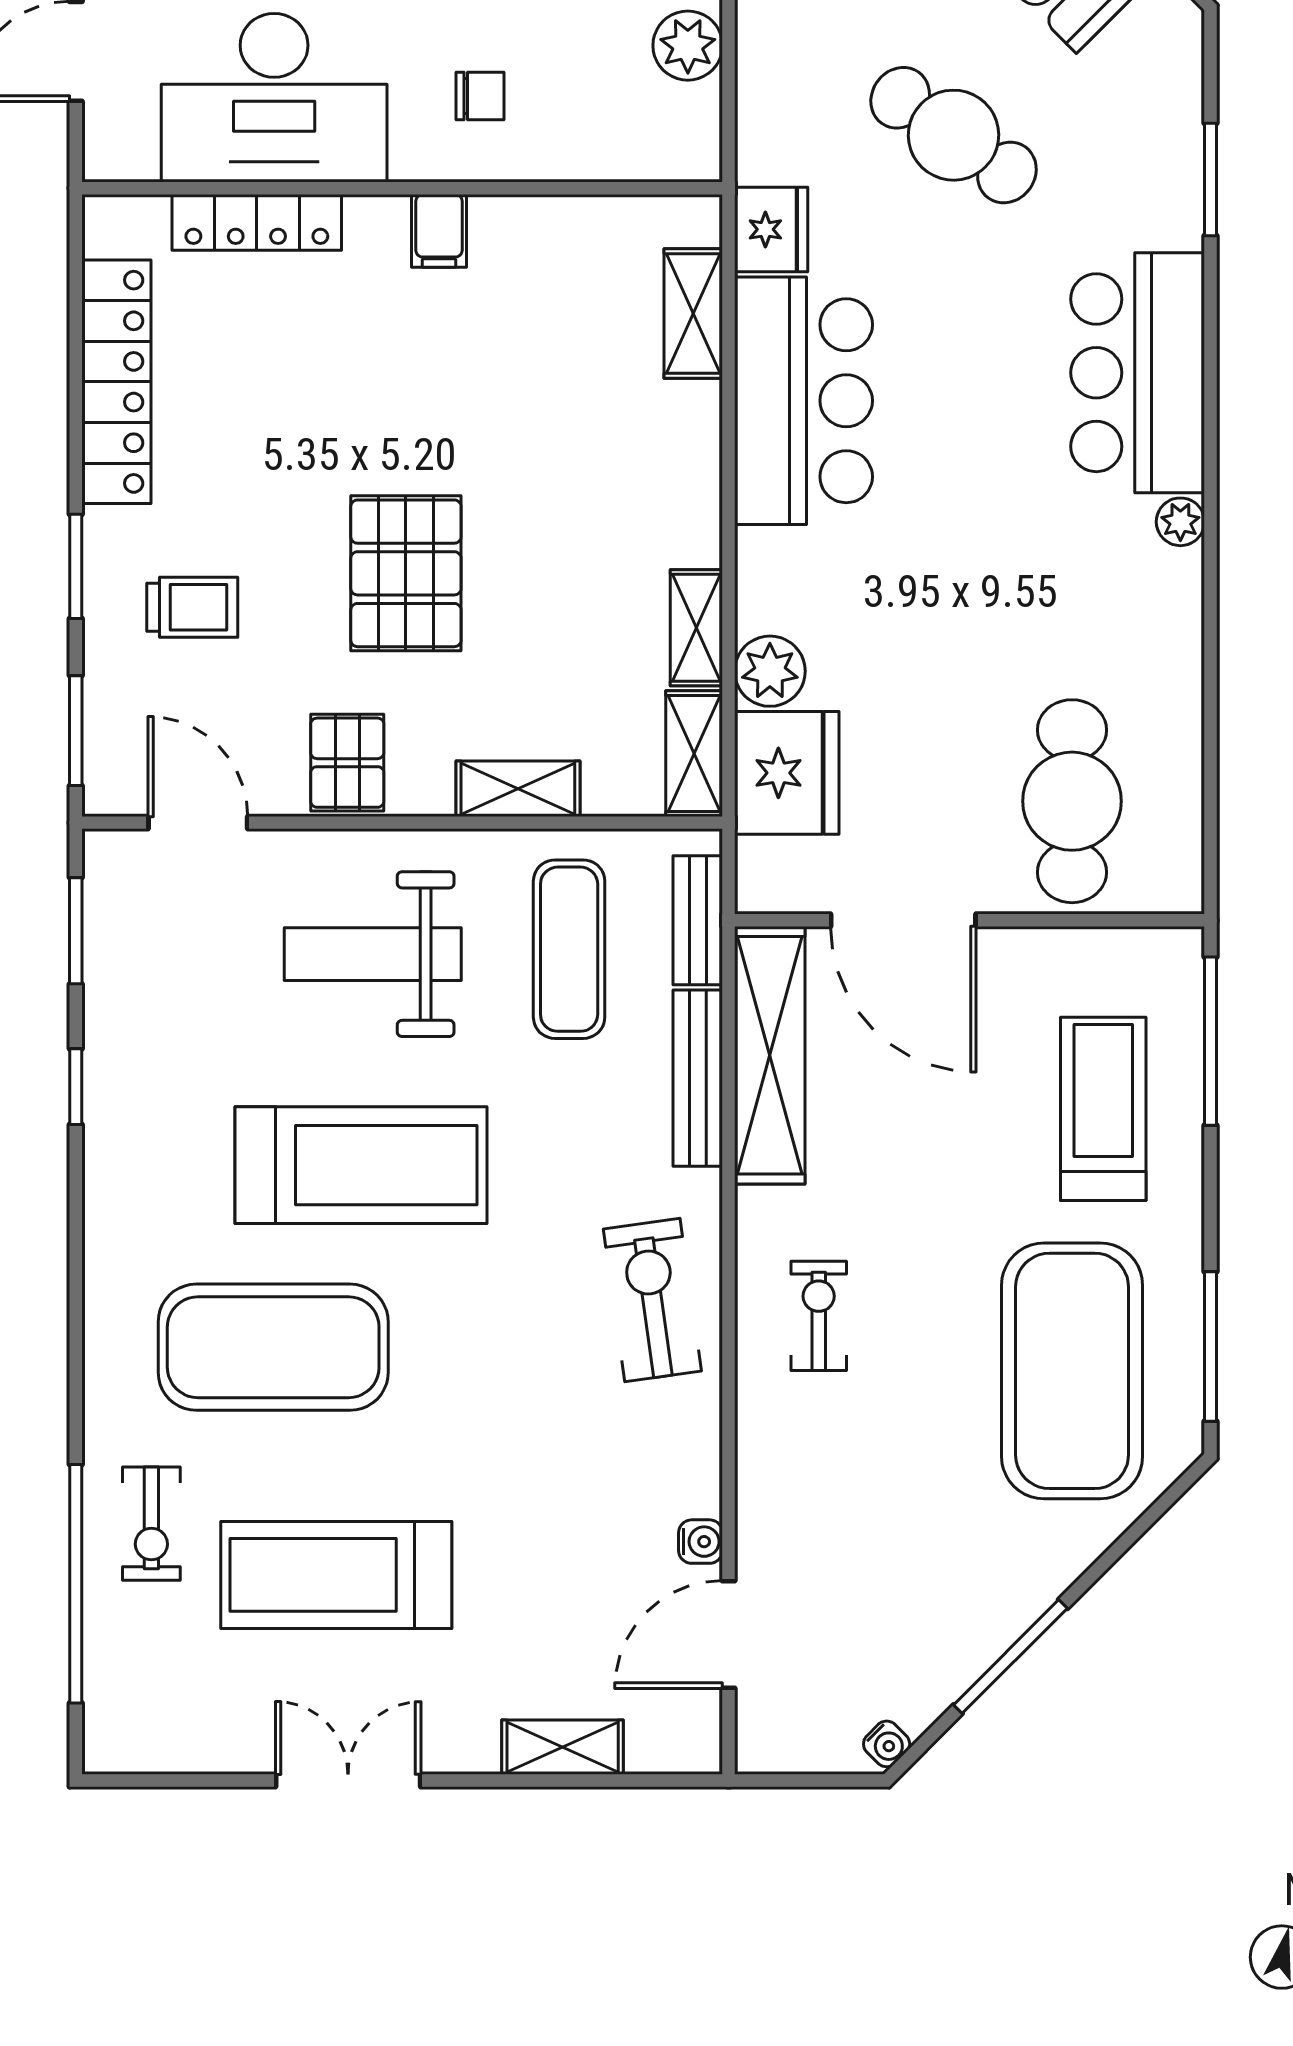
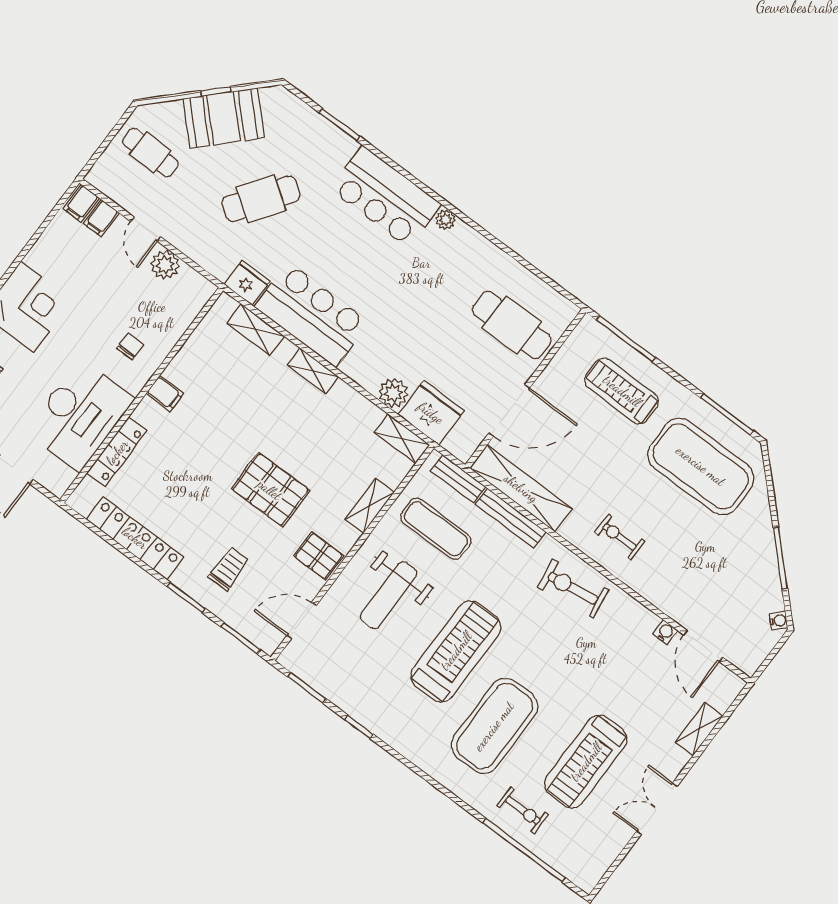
shelving: (696, 628) -> (313, 371), moved

